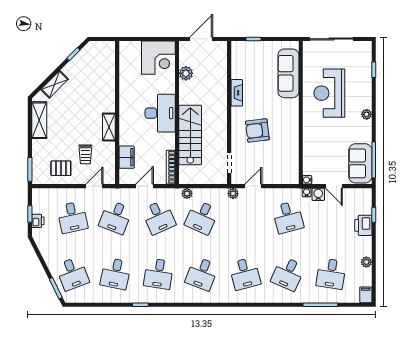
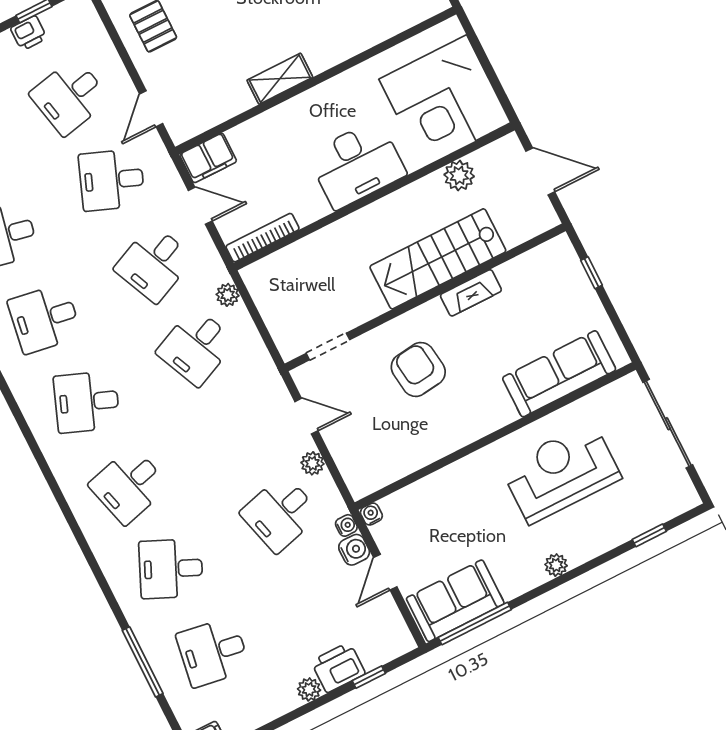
corner desk: (158, 58) -> (445, 101), width x1.36, depth x1.36
stairs: (190, 135) -> (438, 259), moved, turned 180
trolley: (85, 154) -> (204, 60), removed
filing cabinet: (127, 157) -> (208, 158), moved
door: (94, 186) -> (151, 109), swing flipped
plant: (233, 194) -> (312, 463), moved
desk: (202, 217) -> (196, 347), turned -48
plant: (366, 262) -> (309, 689), moved

